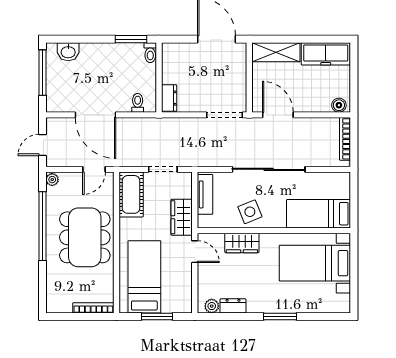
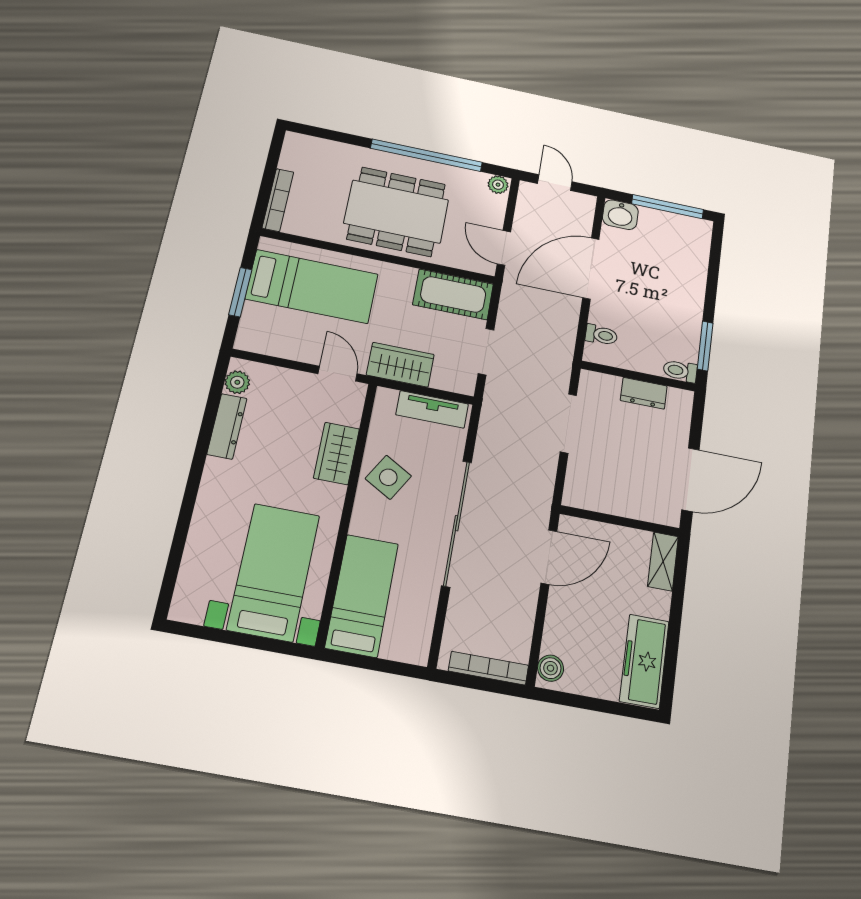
washbasin: (68, 52) -> (620, 215), moved, turned -90
shelving: (276, 52) -> (663, 561), width x0.67, depth x0.75
dresser: (169, 98) -> (644, 393), moved
doorway: (224, 115) -> (568, 423), moved
side table: (250, 212) -> (388, 477), turned -38
door: (195, 252) -> (338, 374), swing flipped
dresser: (233, 306) -> (227, 426), width x1.44
window: (280, 317) -> (191, 493), removed

